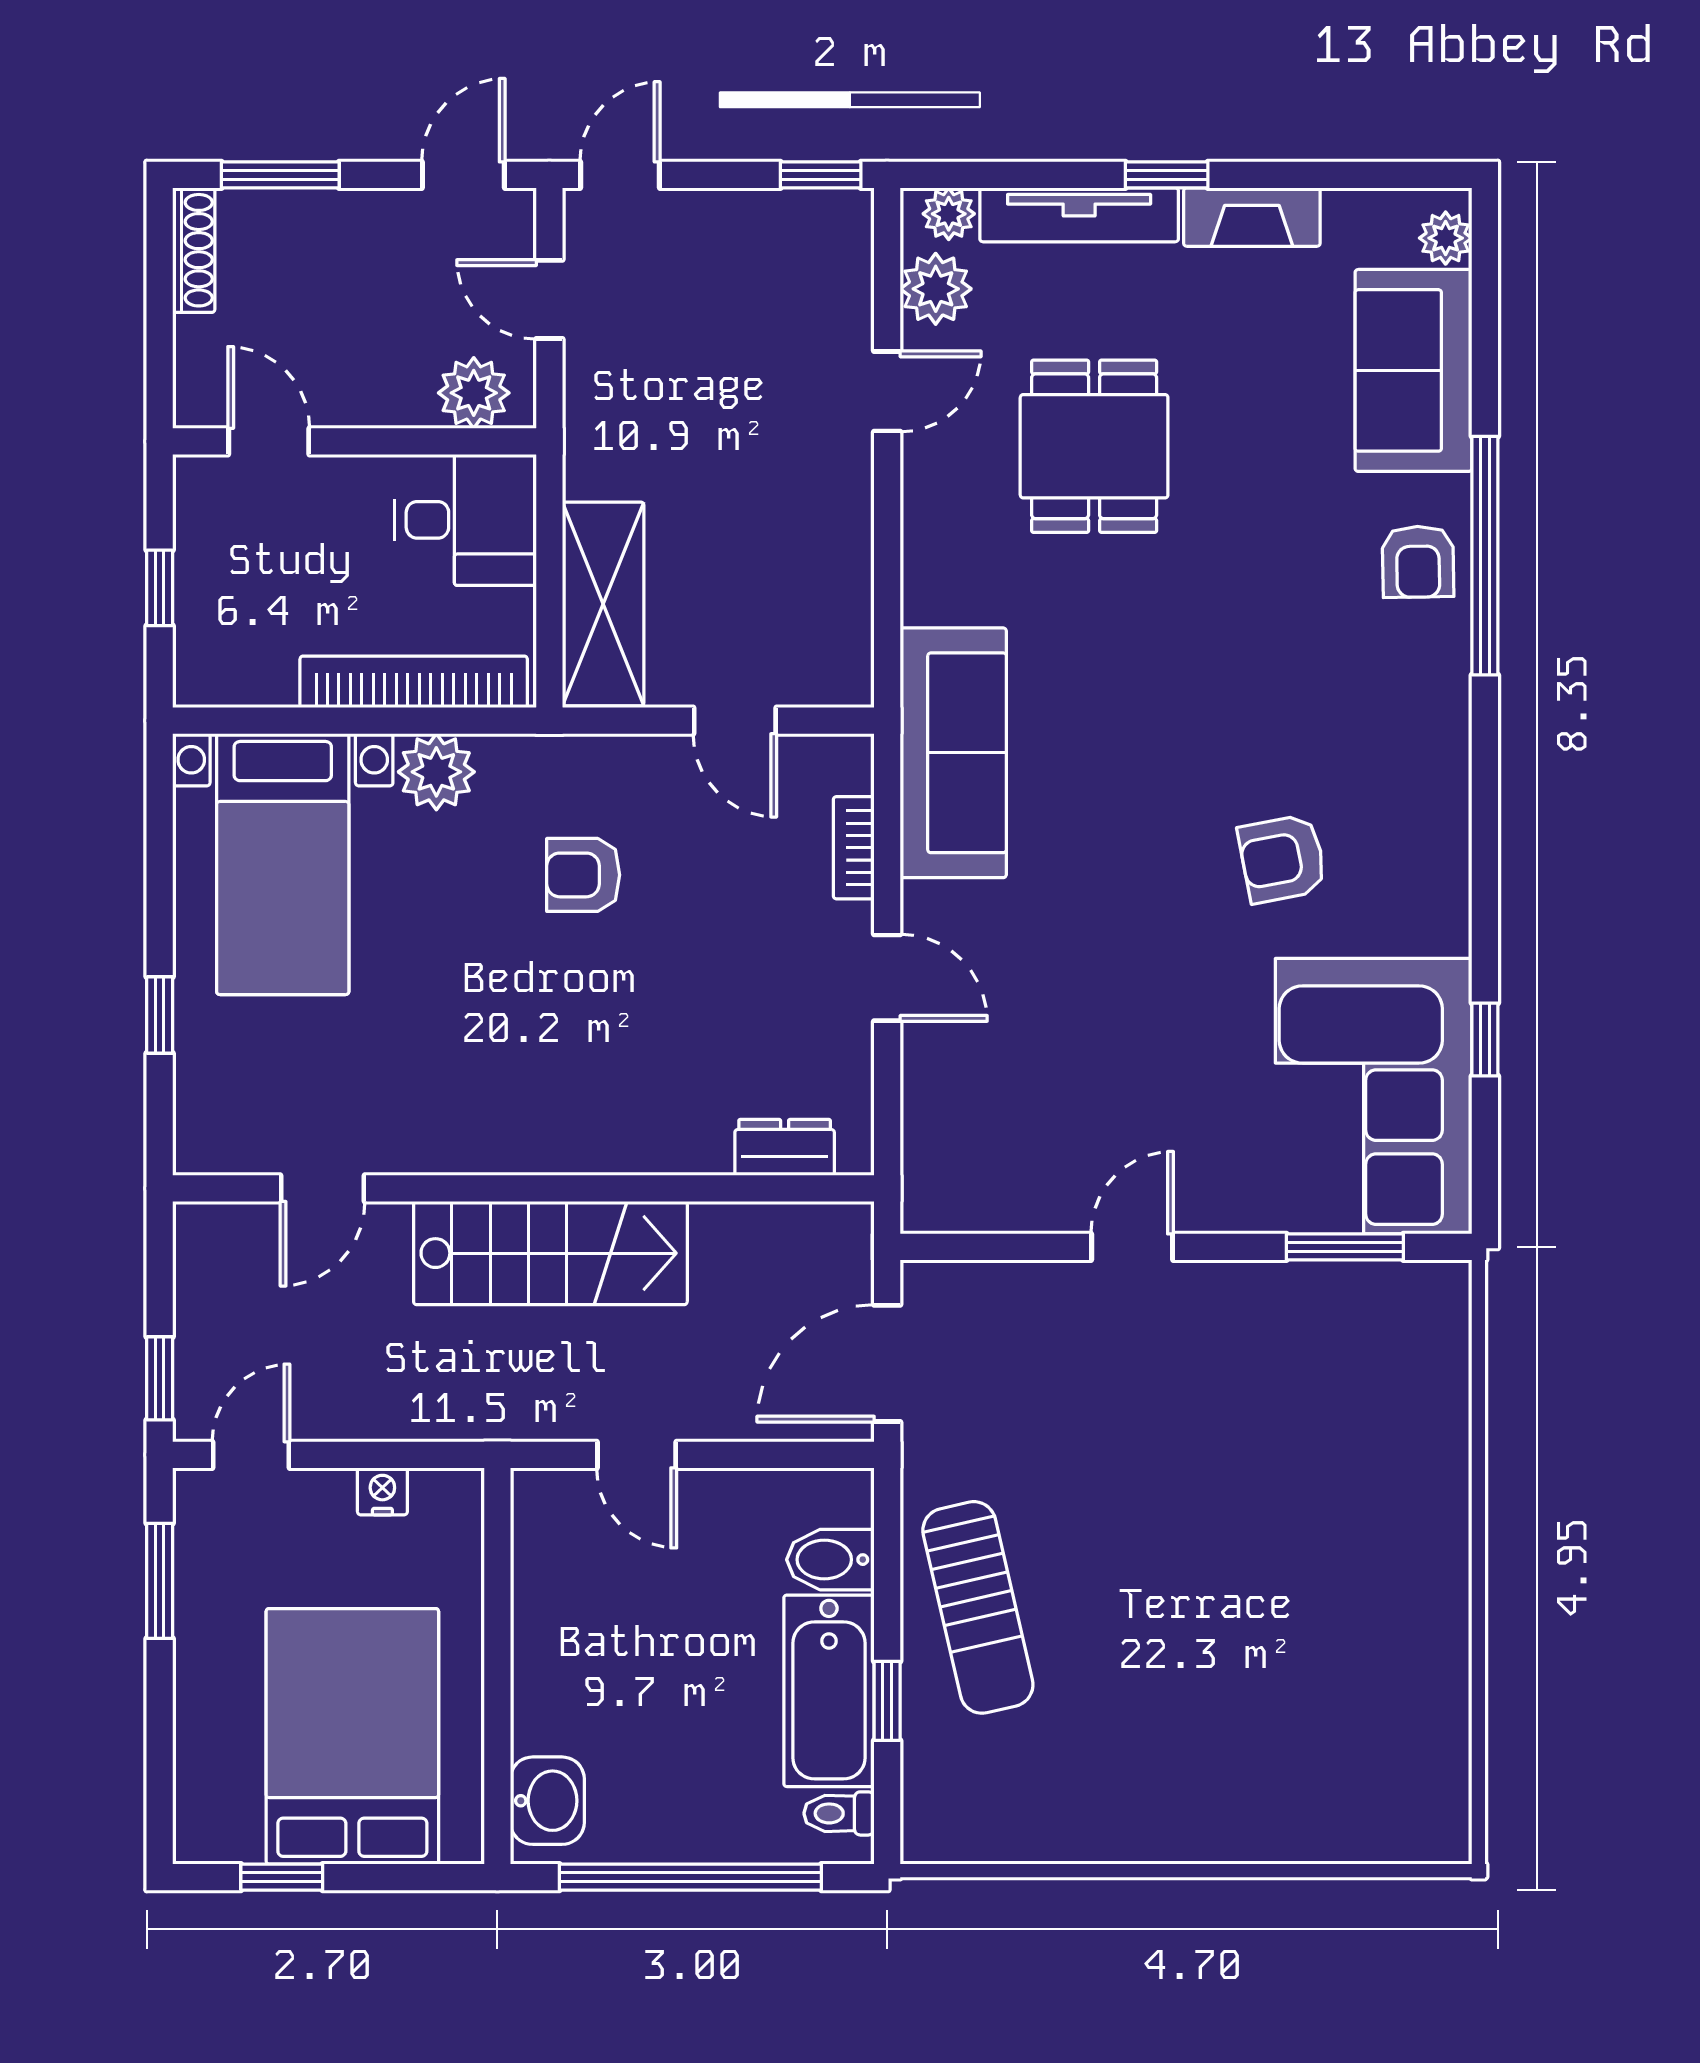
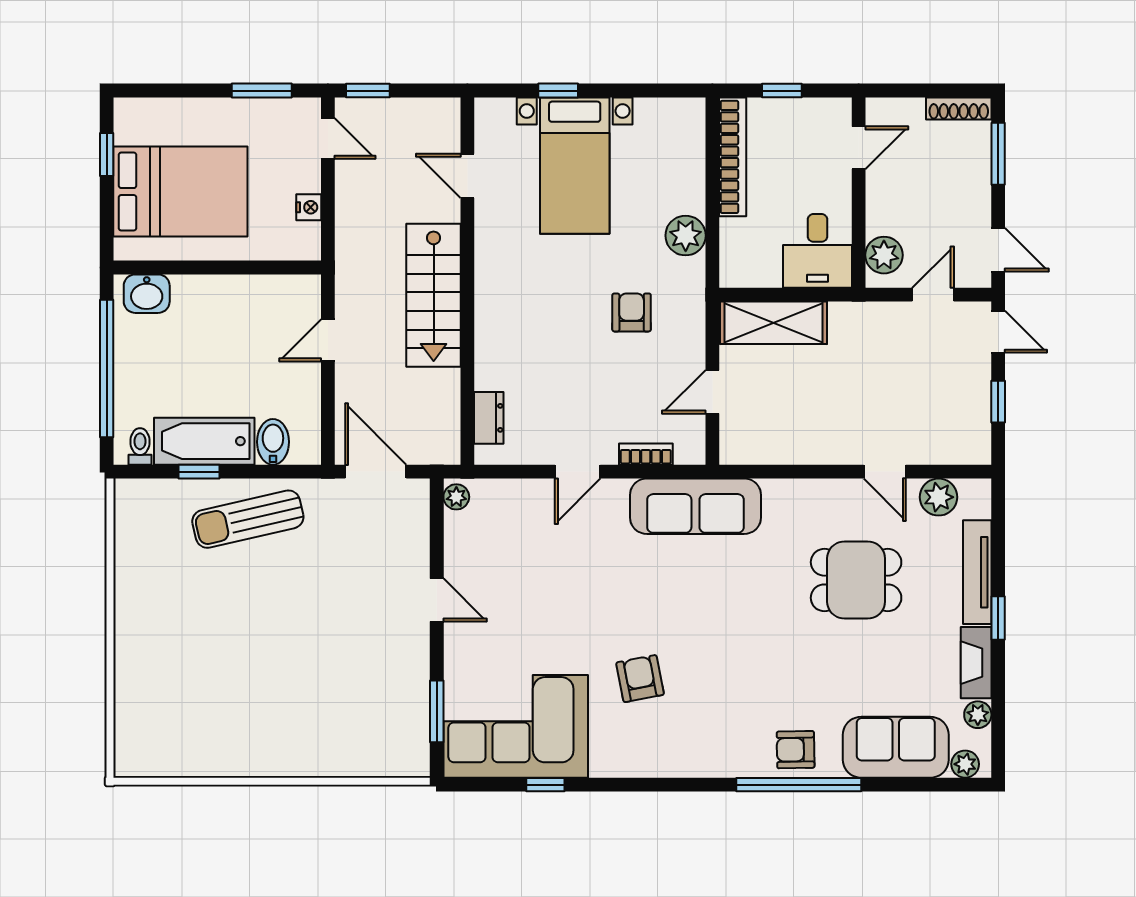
window: (821, 175) -> (998, 402), moved
plant: (949, 214) -> (978, 715), moved
bookcase: (414, 682) -> (733, 157), moved
bed with nightstands: (283, 864) -> (575, 166), moved, turned -90
plant: (935, 1210) -> (456, 497), added

